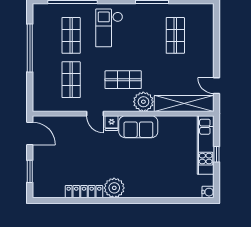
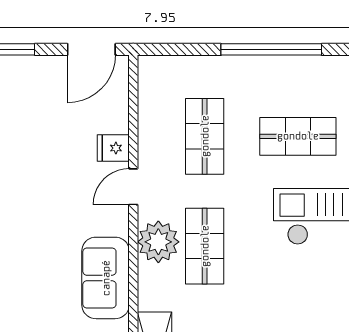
shop shelf: (71, 80) -> (205, 136), turned 90
plant: (143, 102) -> (158, 242), moved
fridge: (112, 123) -> (113, 148), moved

